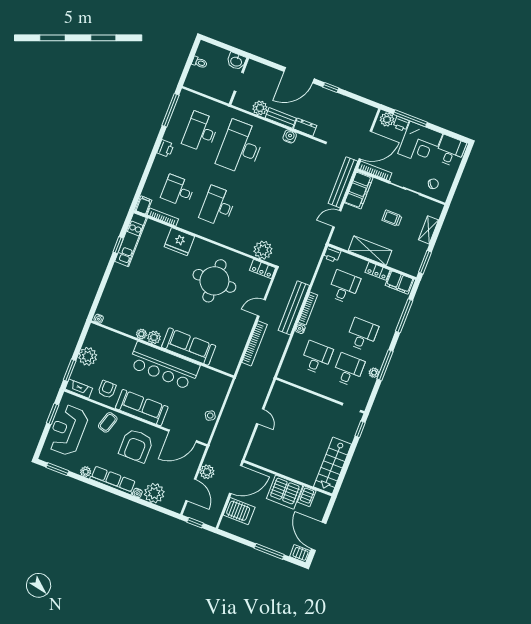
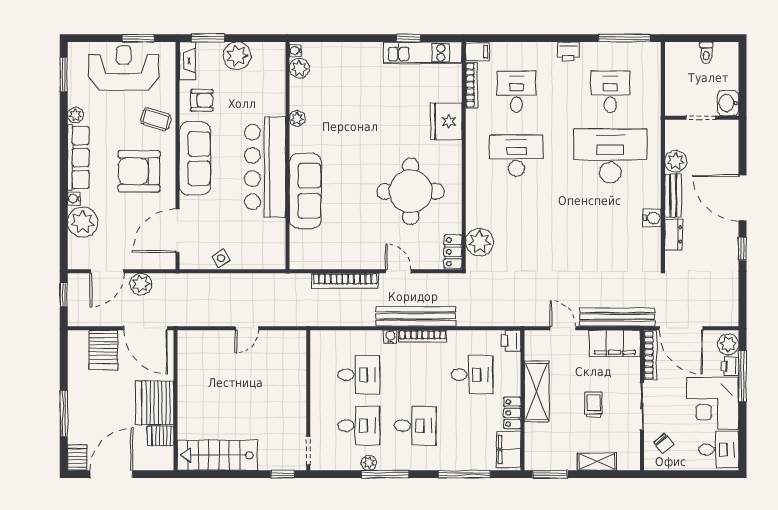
desk: (201, 132) -> (610, 92), width x0.73
plant: (154, 337) -> (299, 68), moved
door: (183, 436) -> (177, 231), hinge flipped

